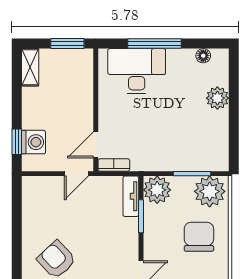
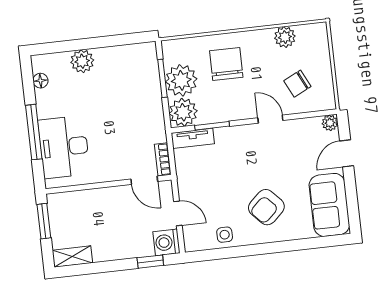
washing machine: (34, 142) -> (166, 242), moved, turned -90
door: (76, 174) -> (178, 213), moved
plant: (210, 191) -> (181, 80), moved
side table: (34, 216) -> (225, 235), added
chair: (199, 237) -> (226, 64), turned 90

